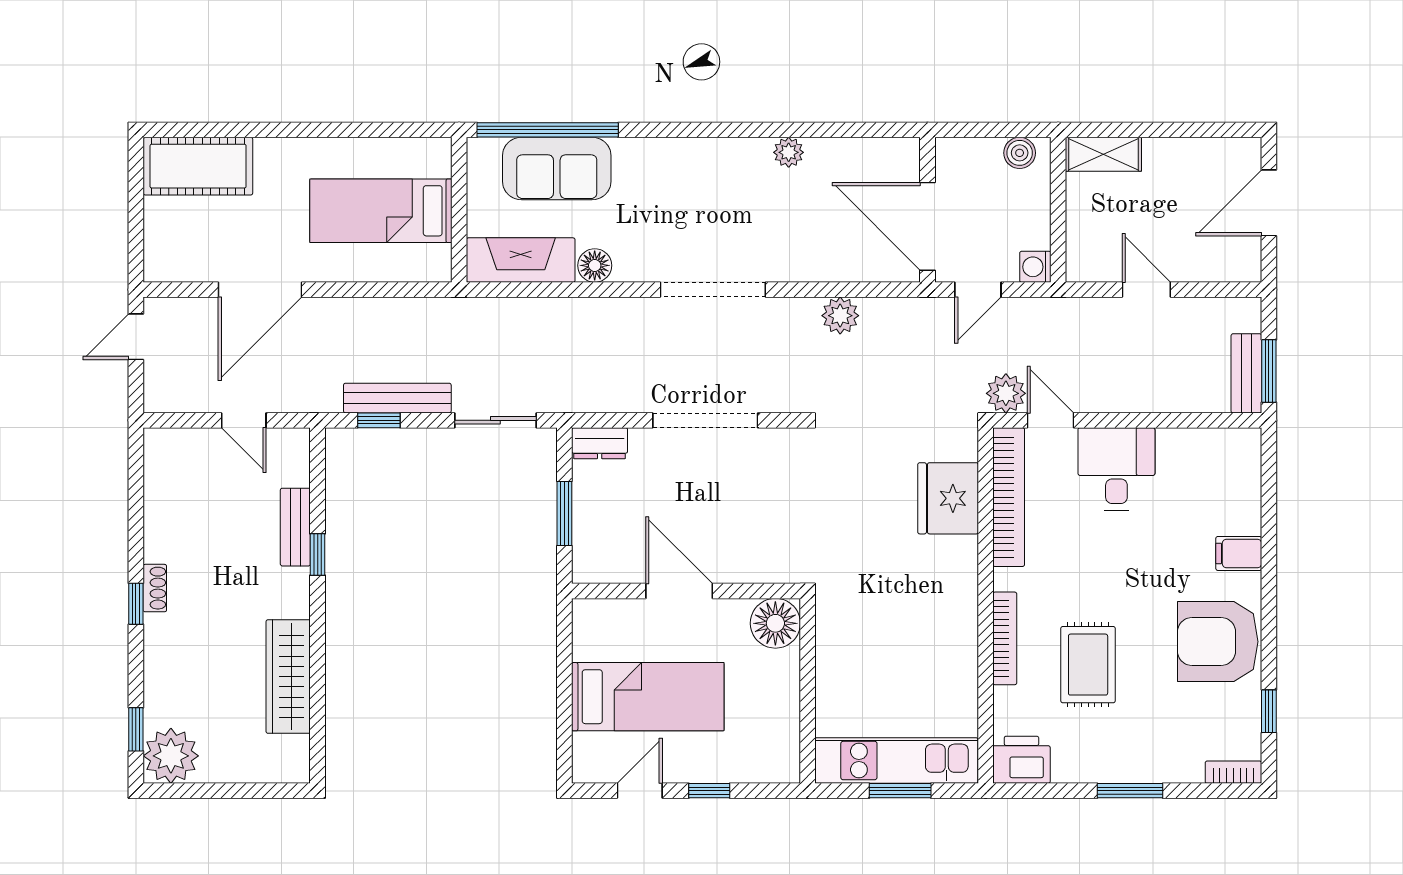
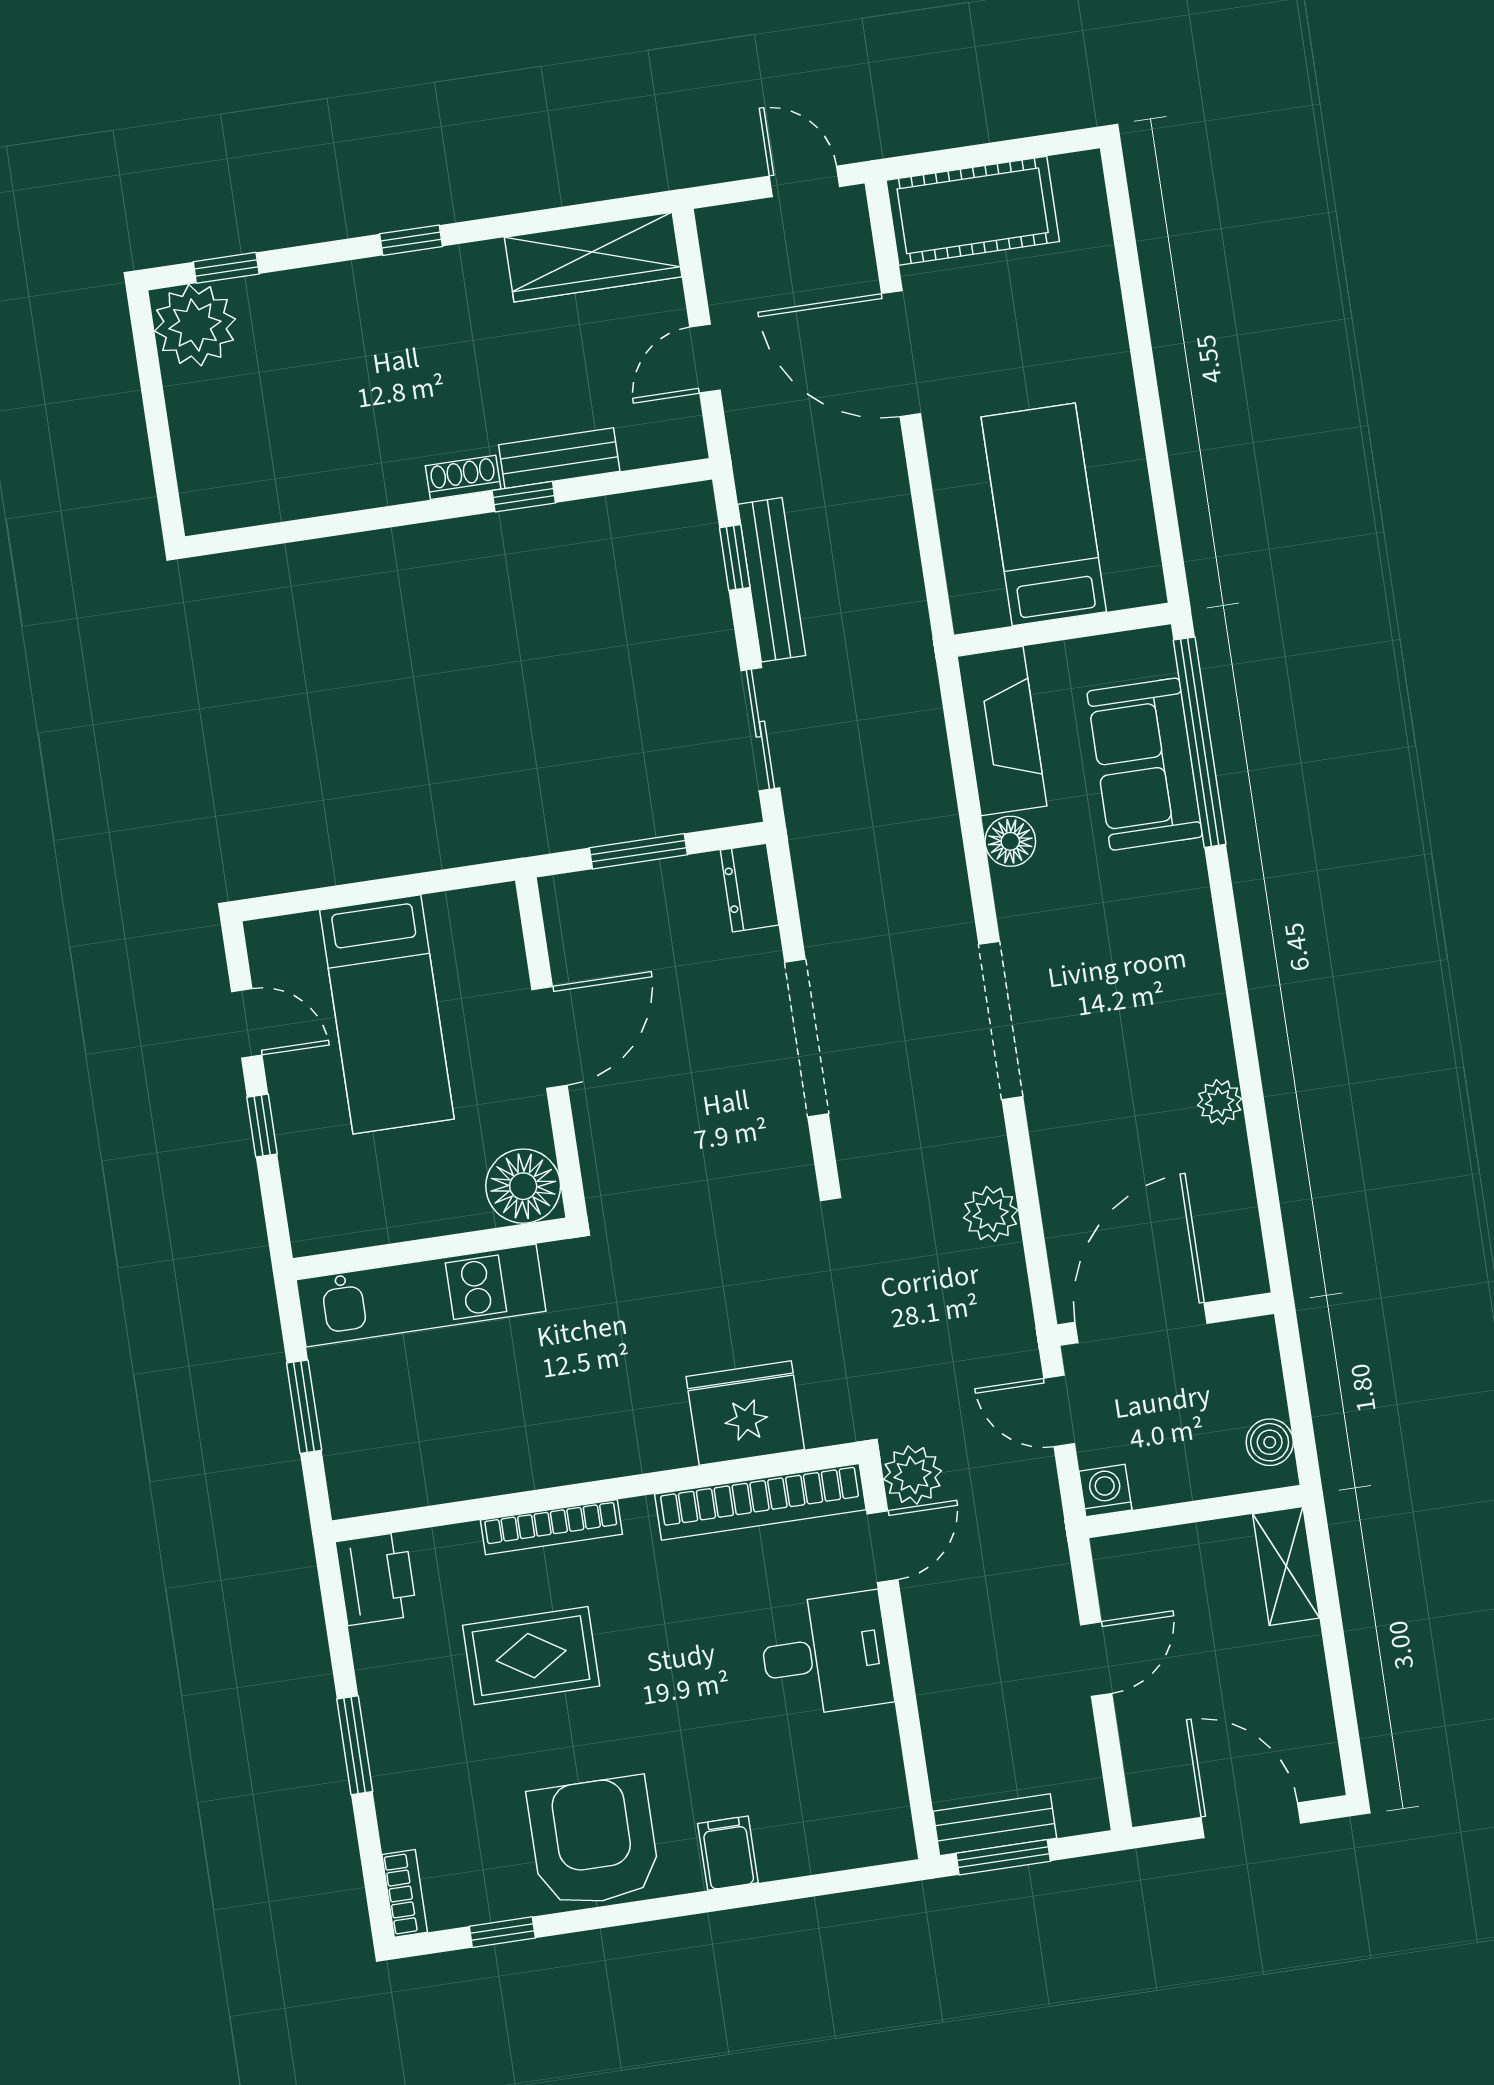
cot: (198, 166) -> (973, 211), moved, turned 90
shoe rack: (155, 588) -> (463, 477), moved, turned 180
wardrobe: (288, 677) -> (593, 257), moved, turned 180
kitchen unit: (896, 761) -> (421, 1295), moved, turned 90

